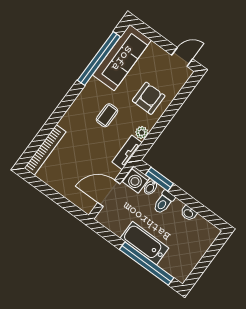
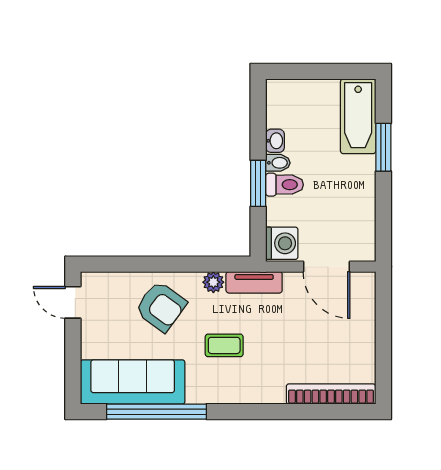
armchair: (149, 98) -> (161, 307), turned -144
window: (159, 179) -> (258, 183), moved
bidet: (150, 187) -> (278, 163), moved
bathtub: (144, 243) -> (358, 116), moved
window: (147, 264) -> (383, 147), width x0.47

